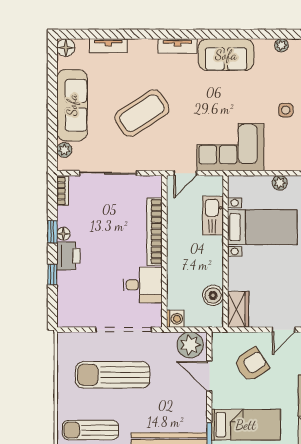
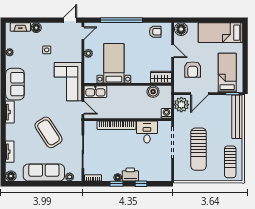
kitchen sink: (213, 216) -> (95, 92), moved
armchair: (251, 364) -> (193, 70), turned -147

